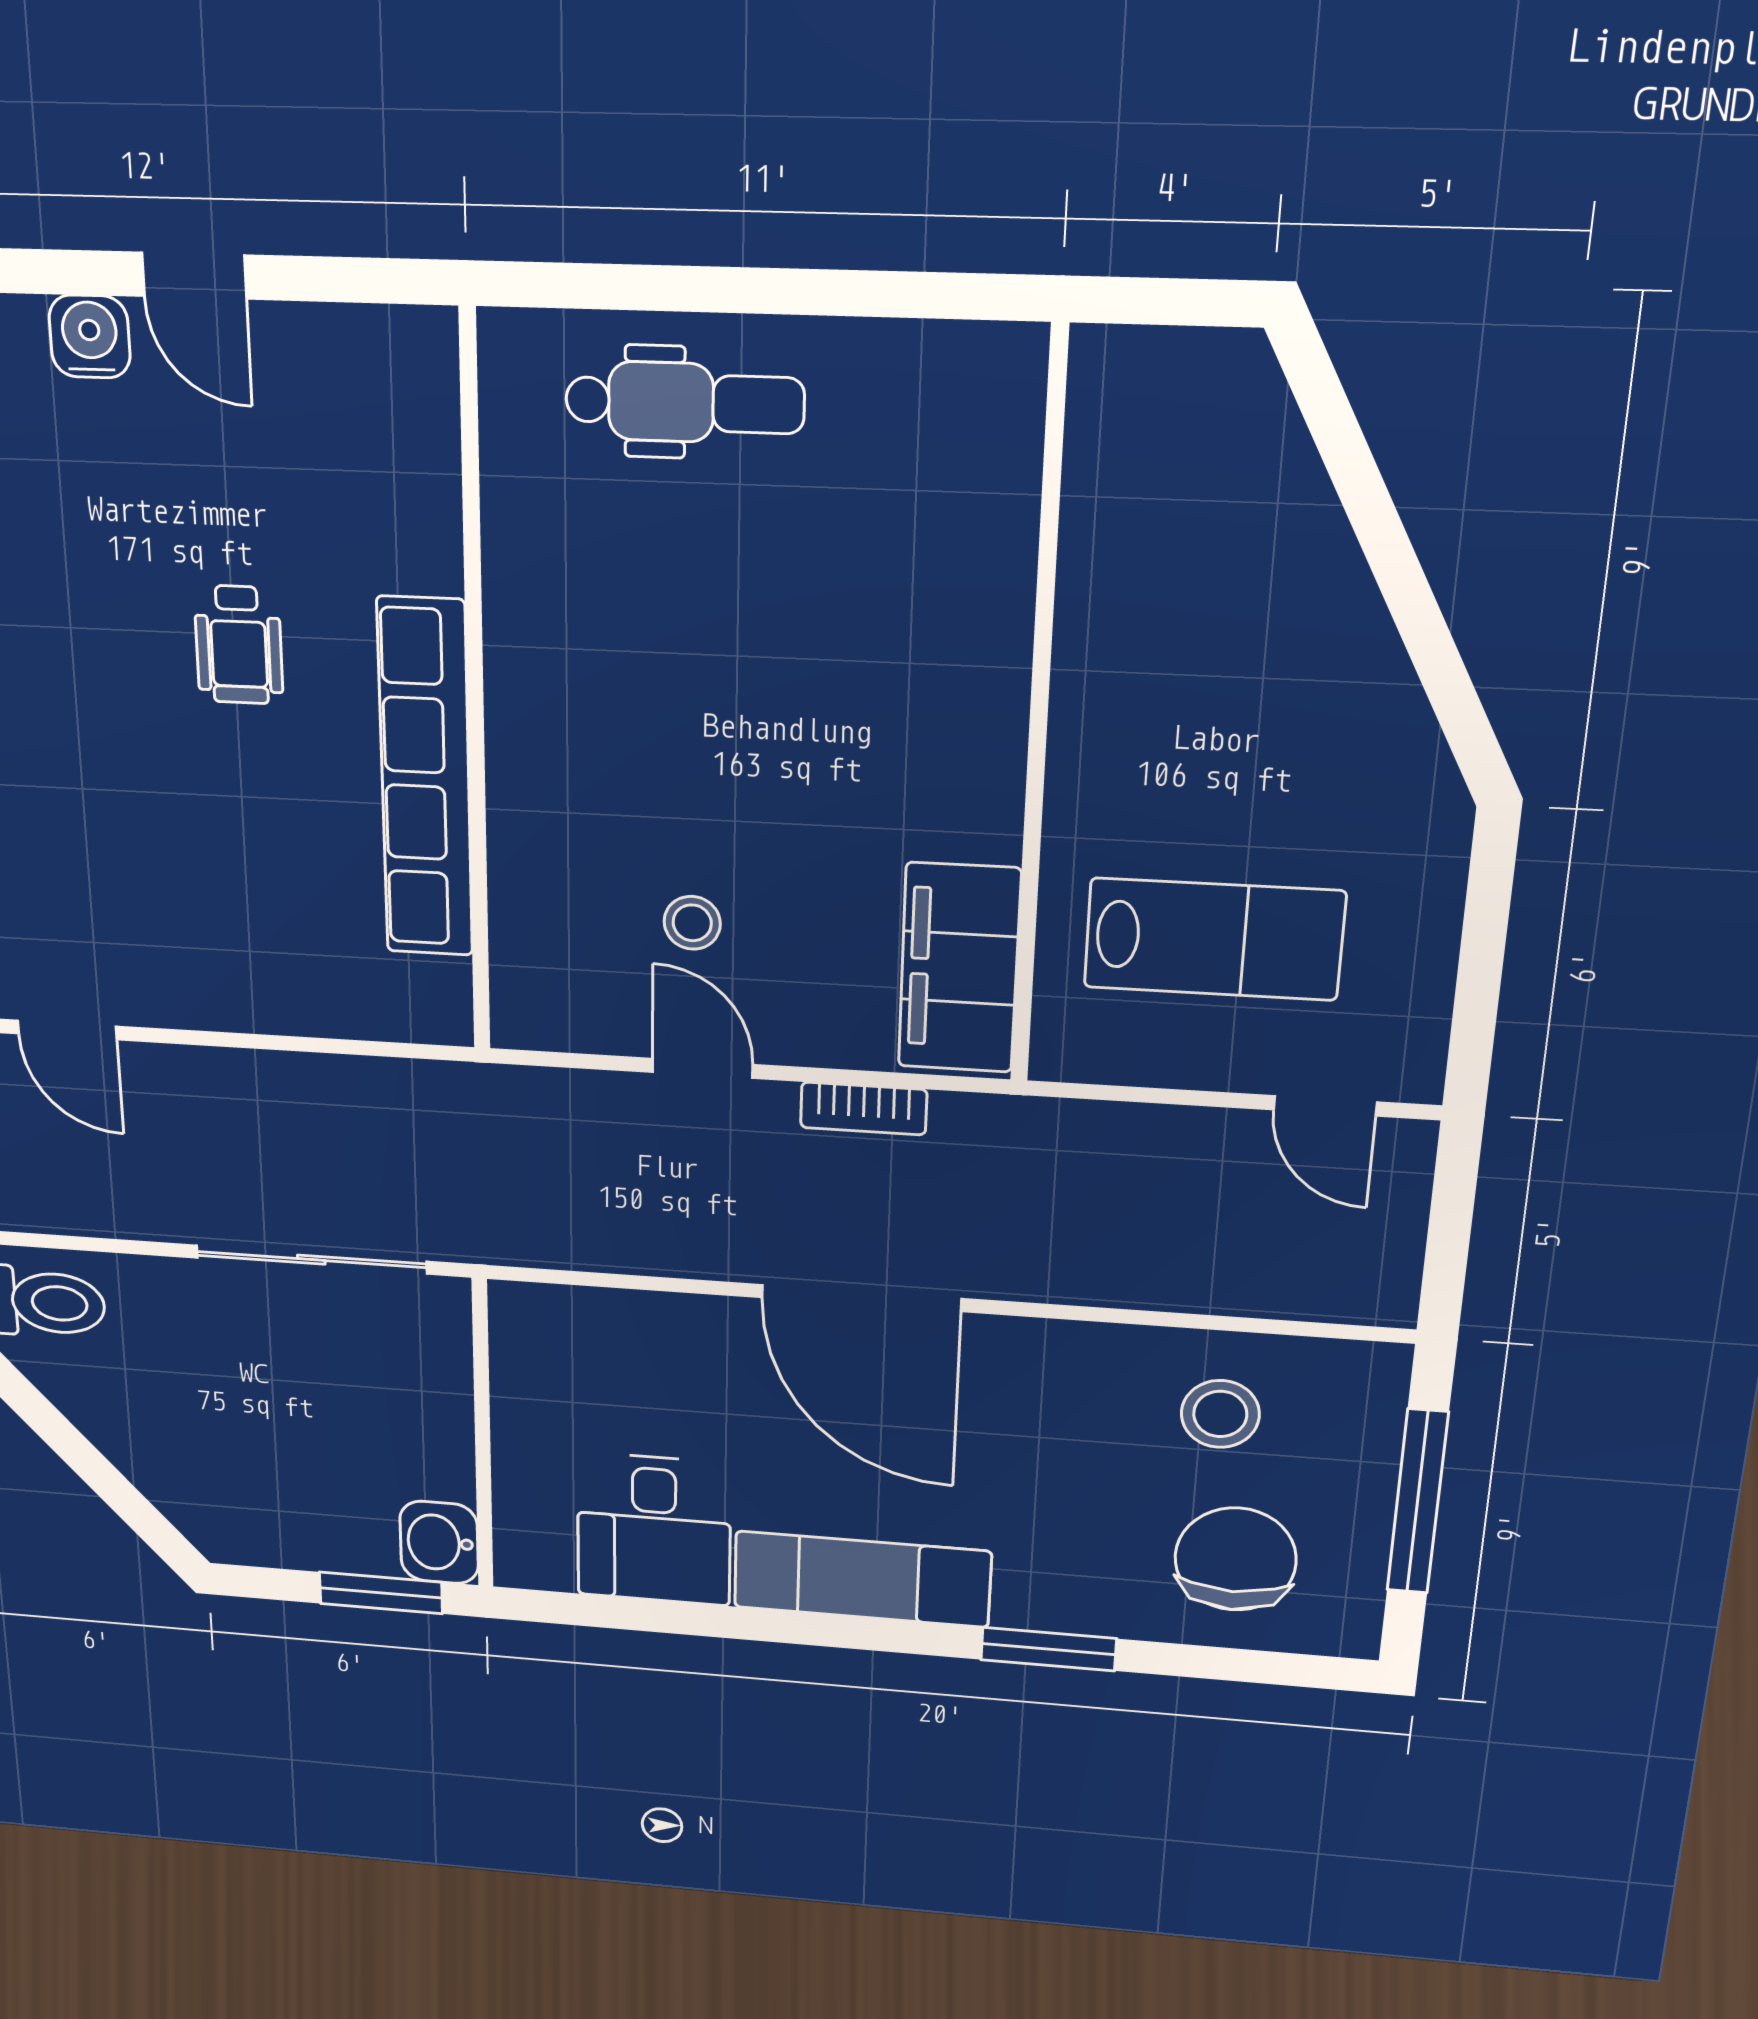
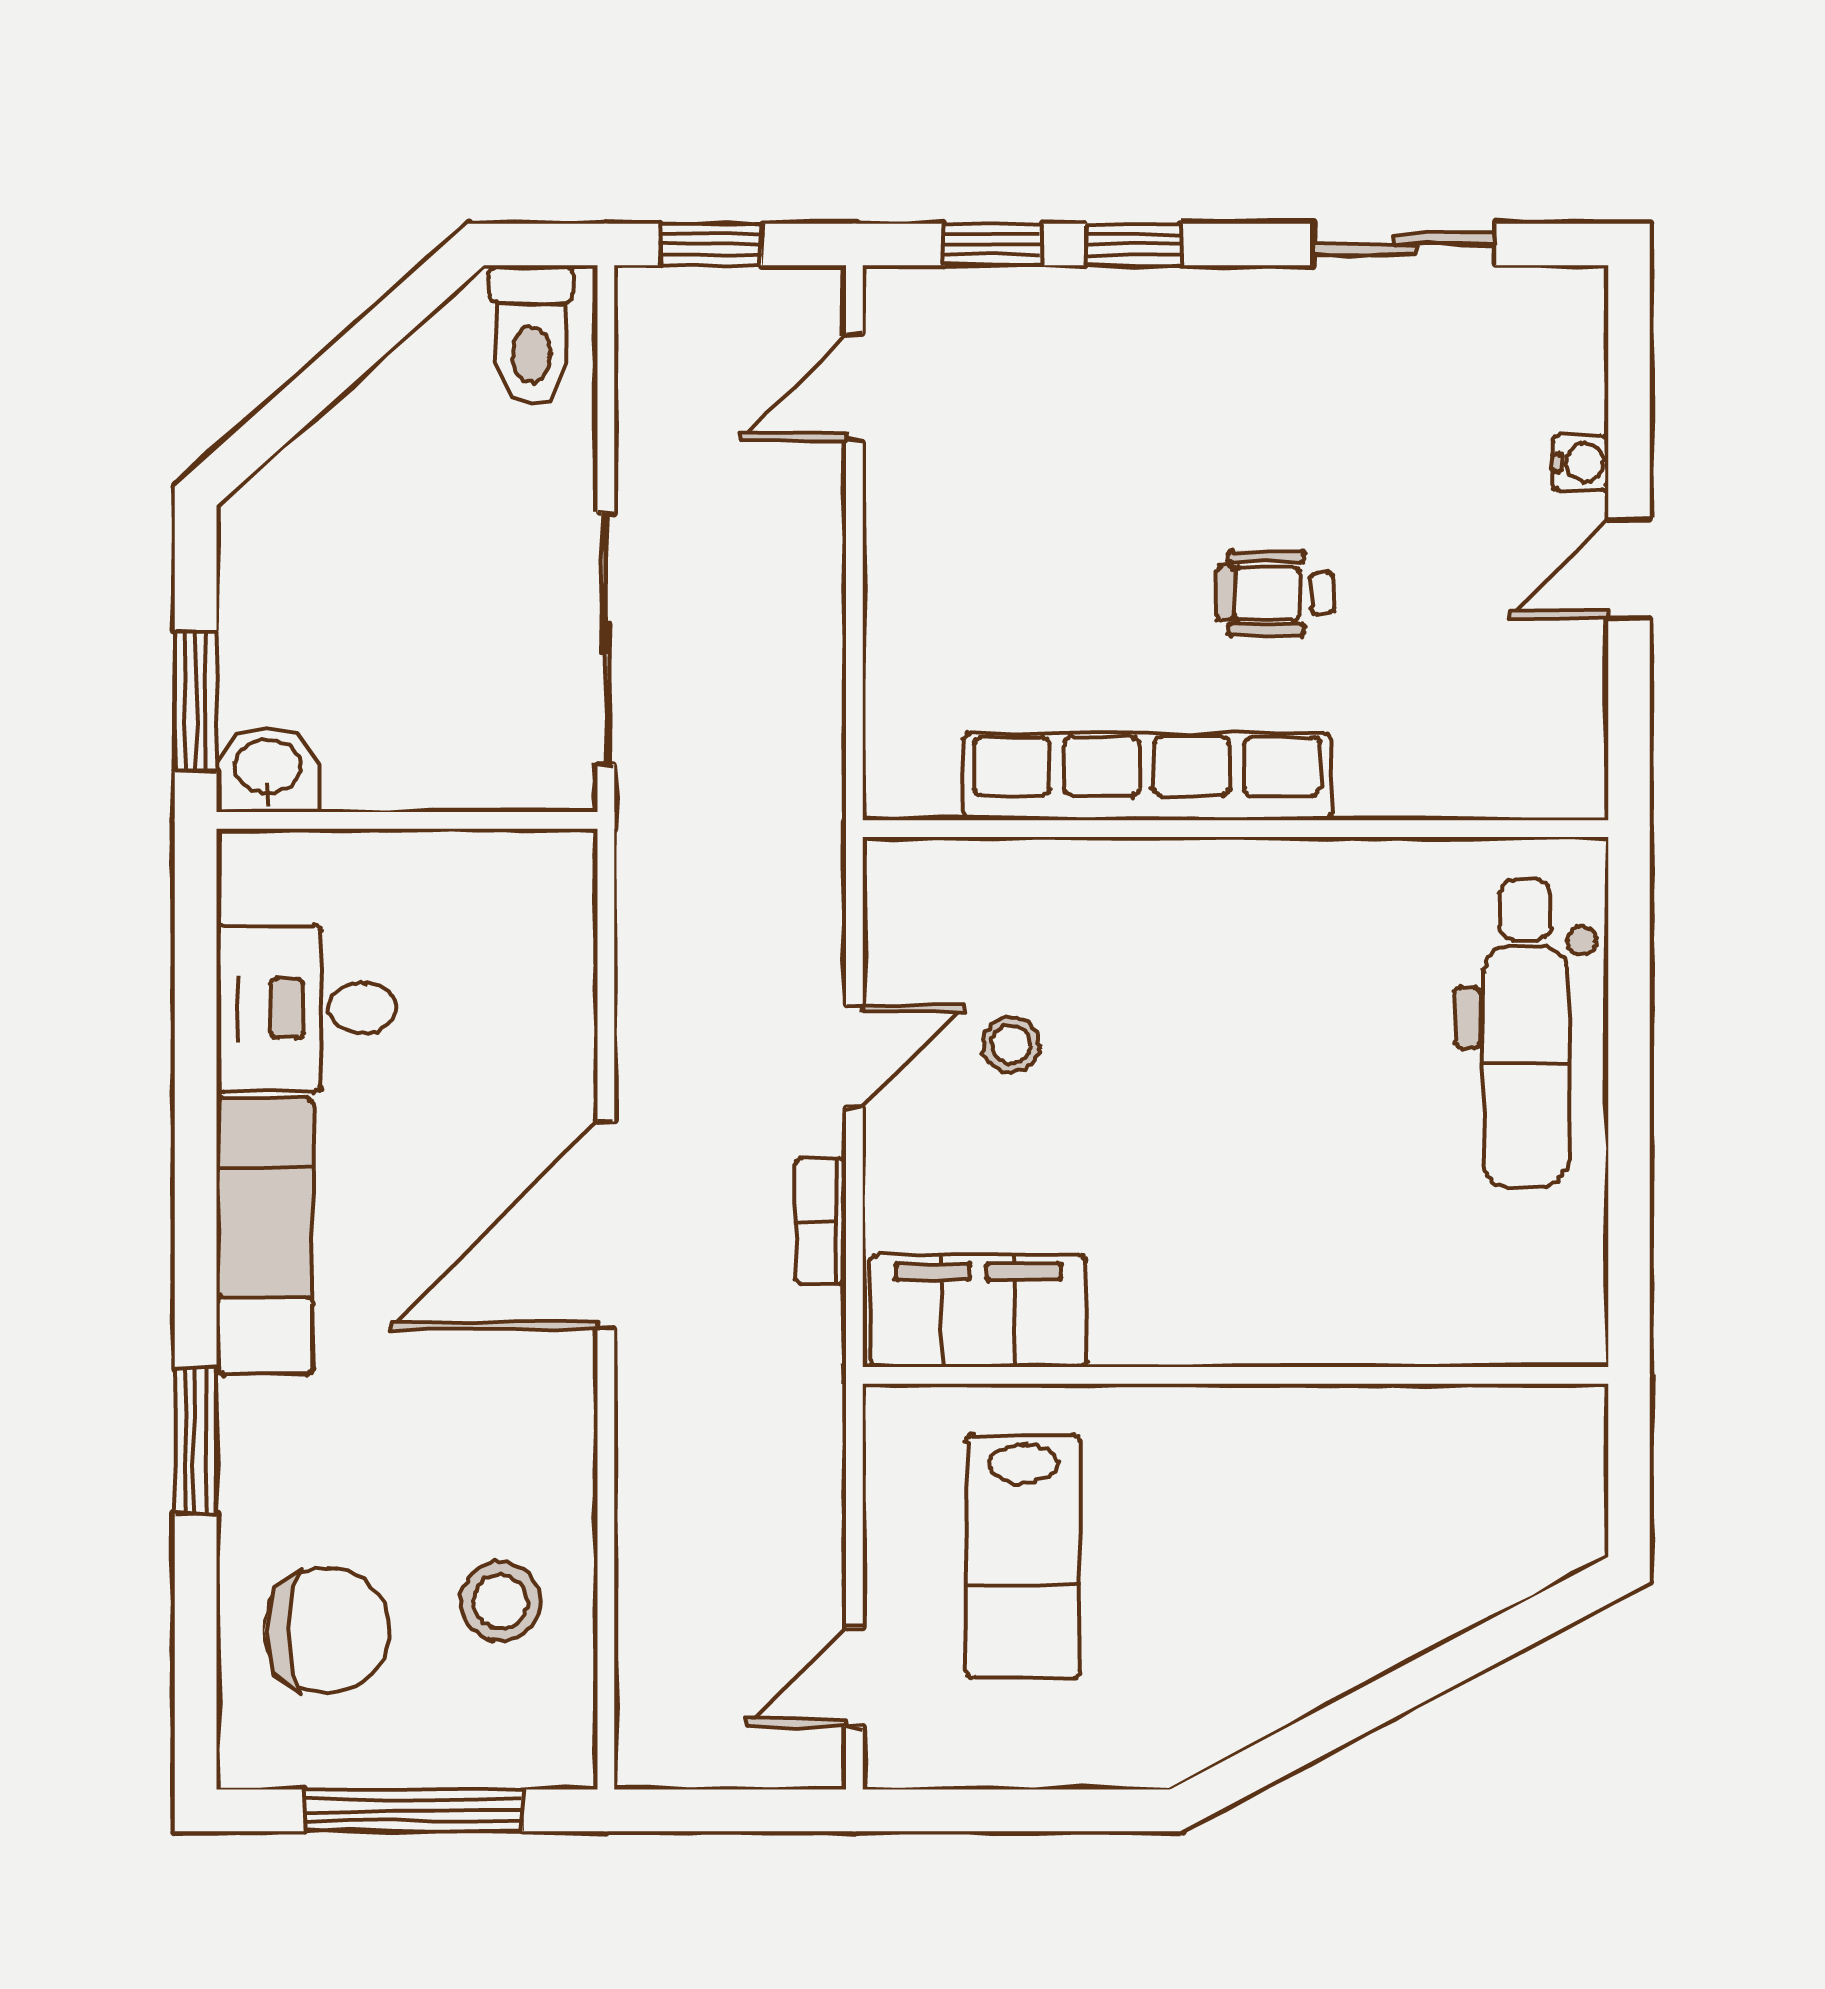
water cooler: (90, 337) -> (1581, 463), width x0.72, depth x0.72
dental chair: (685, 403) -> (1525, 1033), width x1.36, depth x1.38

